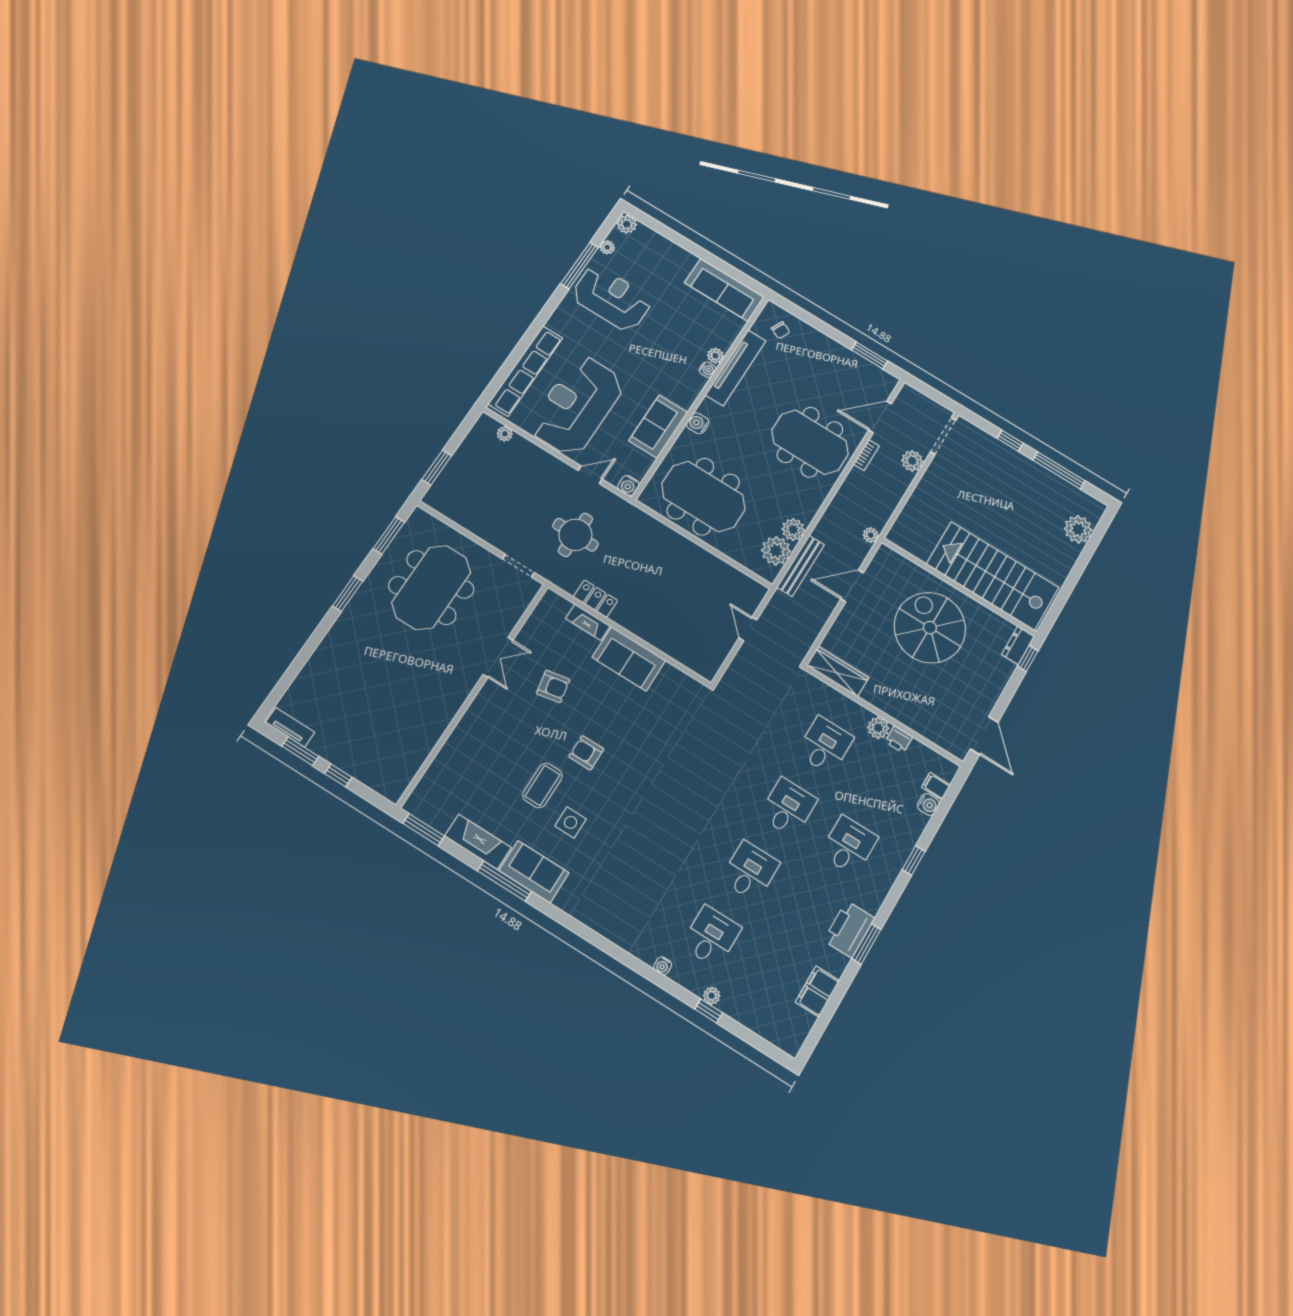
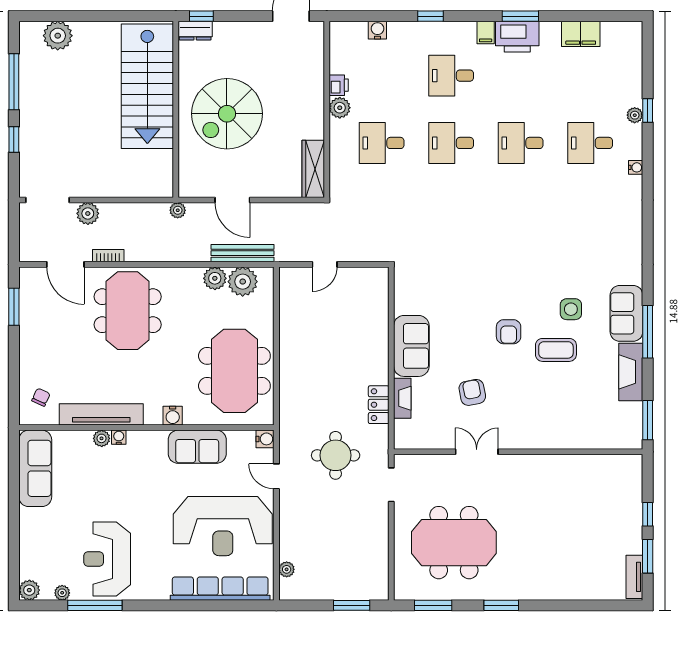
filing cabinet: (936, 786) -> (486, 32), moved

